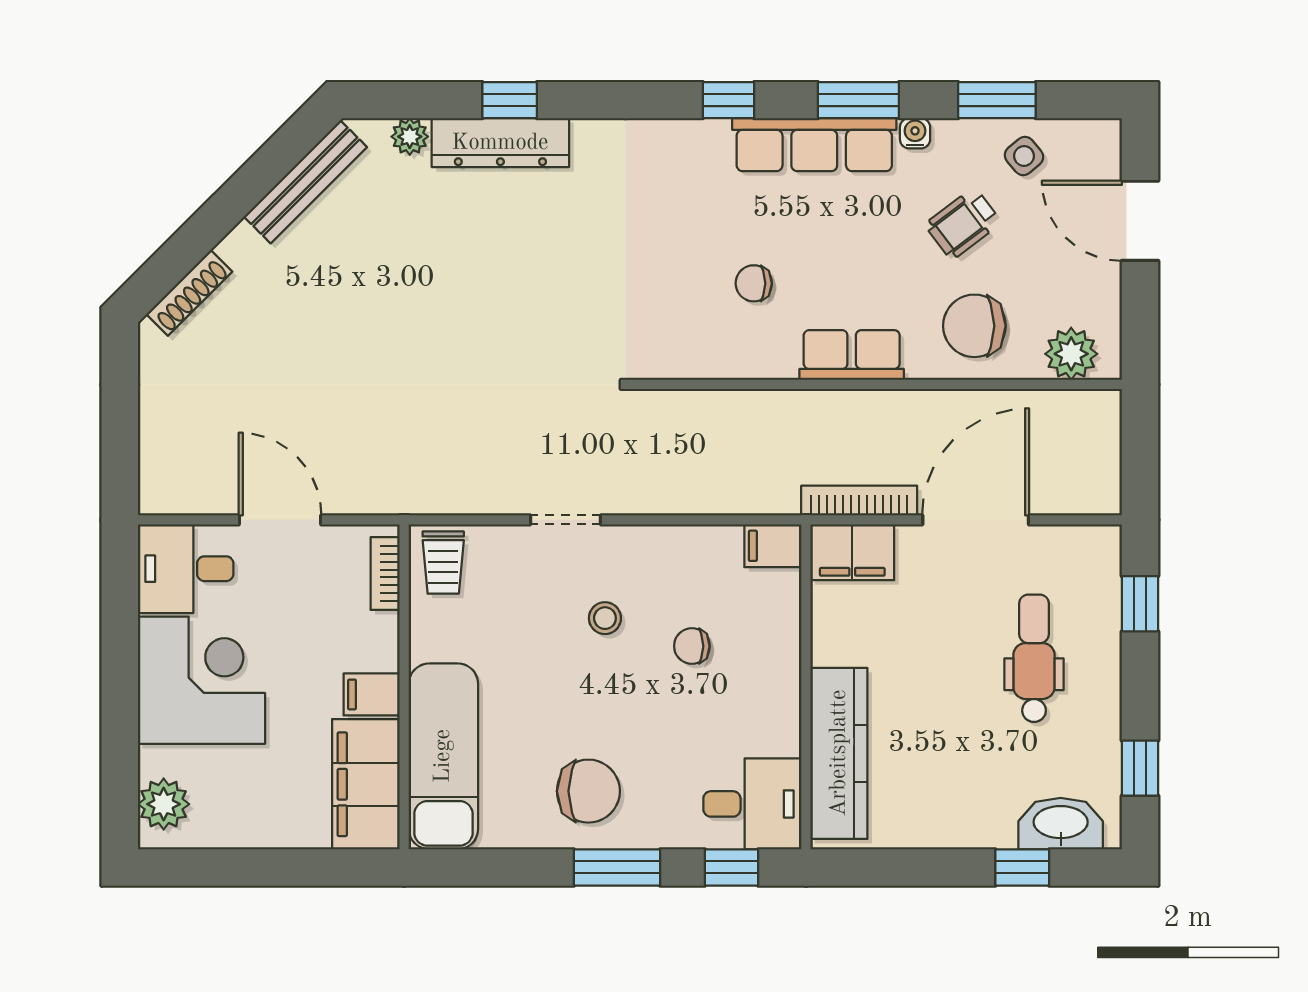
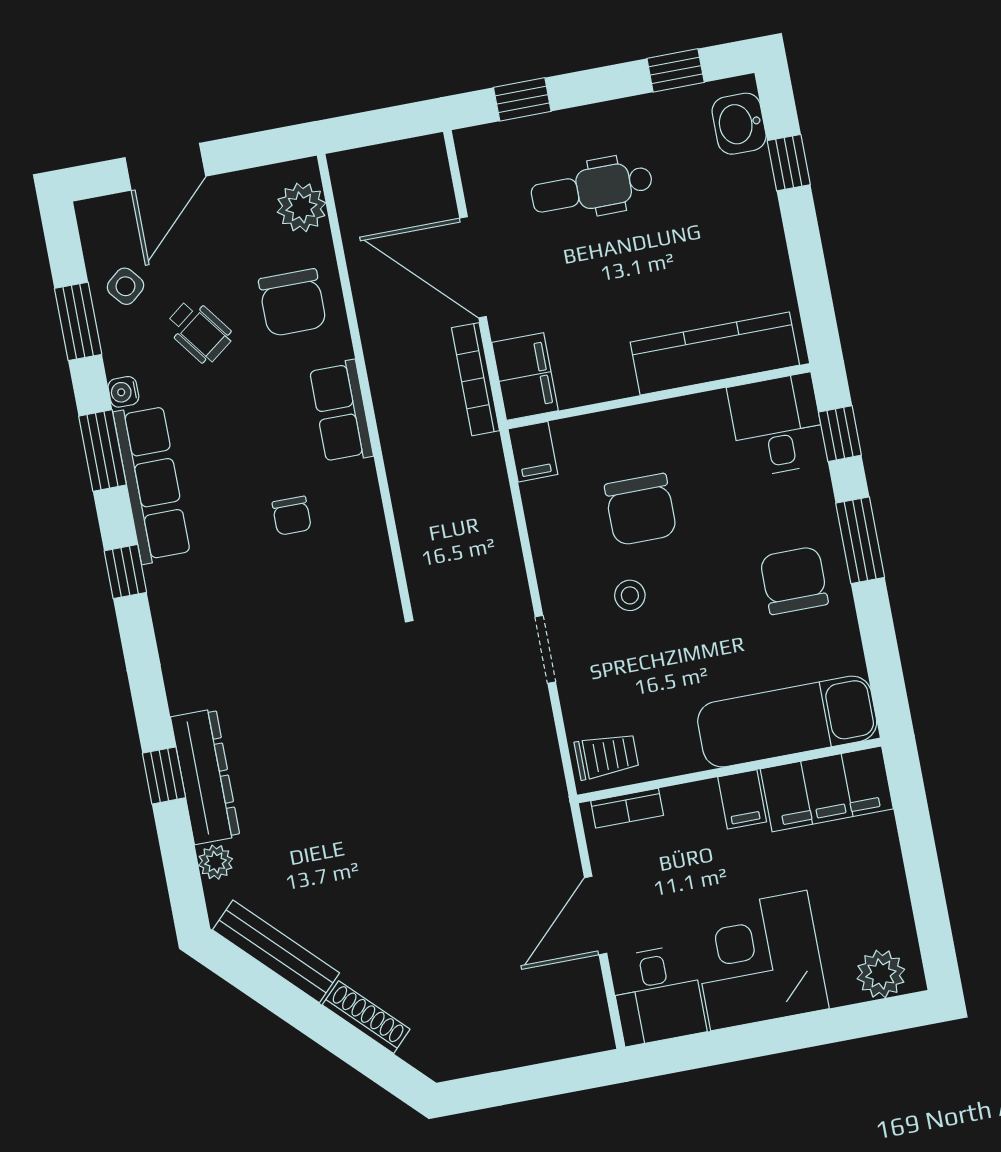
shoe rack: (189, 293) -> (366, 1017), moved
chair: (692, 646) -> (641, 509), width x1.87, depth x1.87
washbasin: (1061, 824) -> (739, 124), width x0.72

